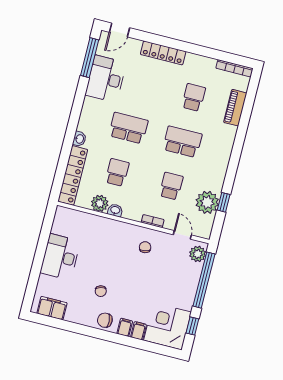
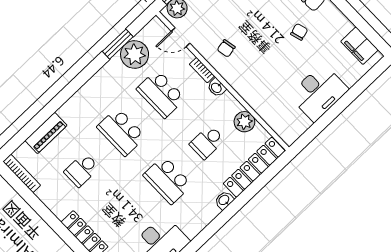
school desk: (171, 186) -> (161, 94), width x1.85
window: (224, 202) -> (118, 44), width x1.50
washbasin: (115, 210) -> (217, 88), moved
door: (182, 235) -> (181, 37), hinge flipped

